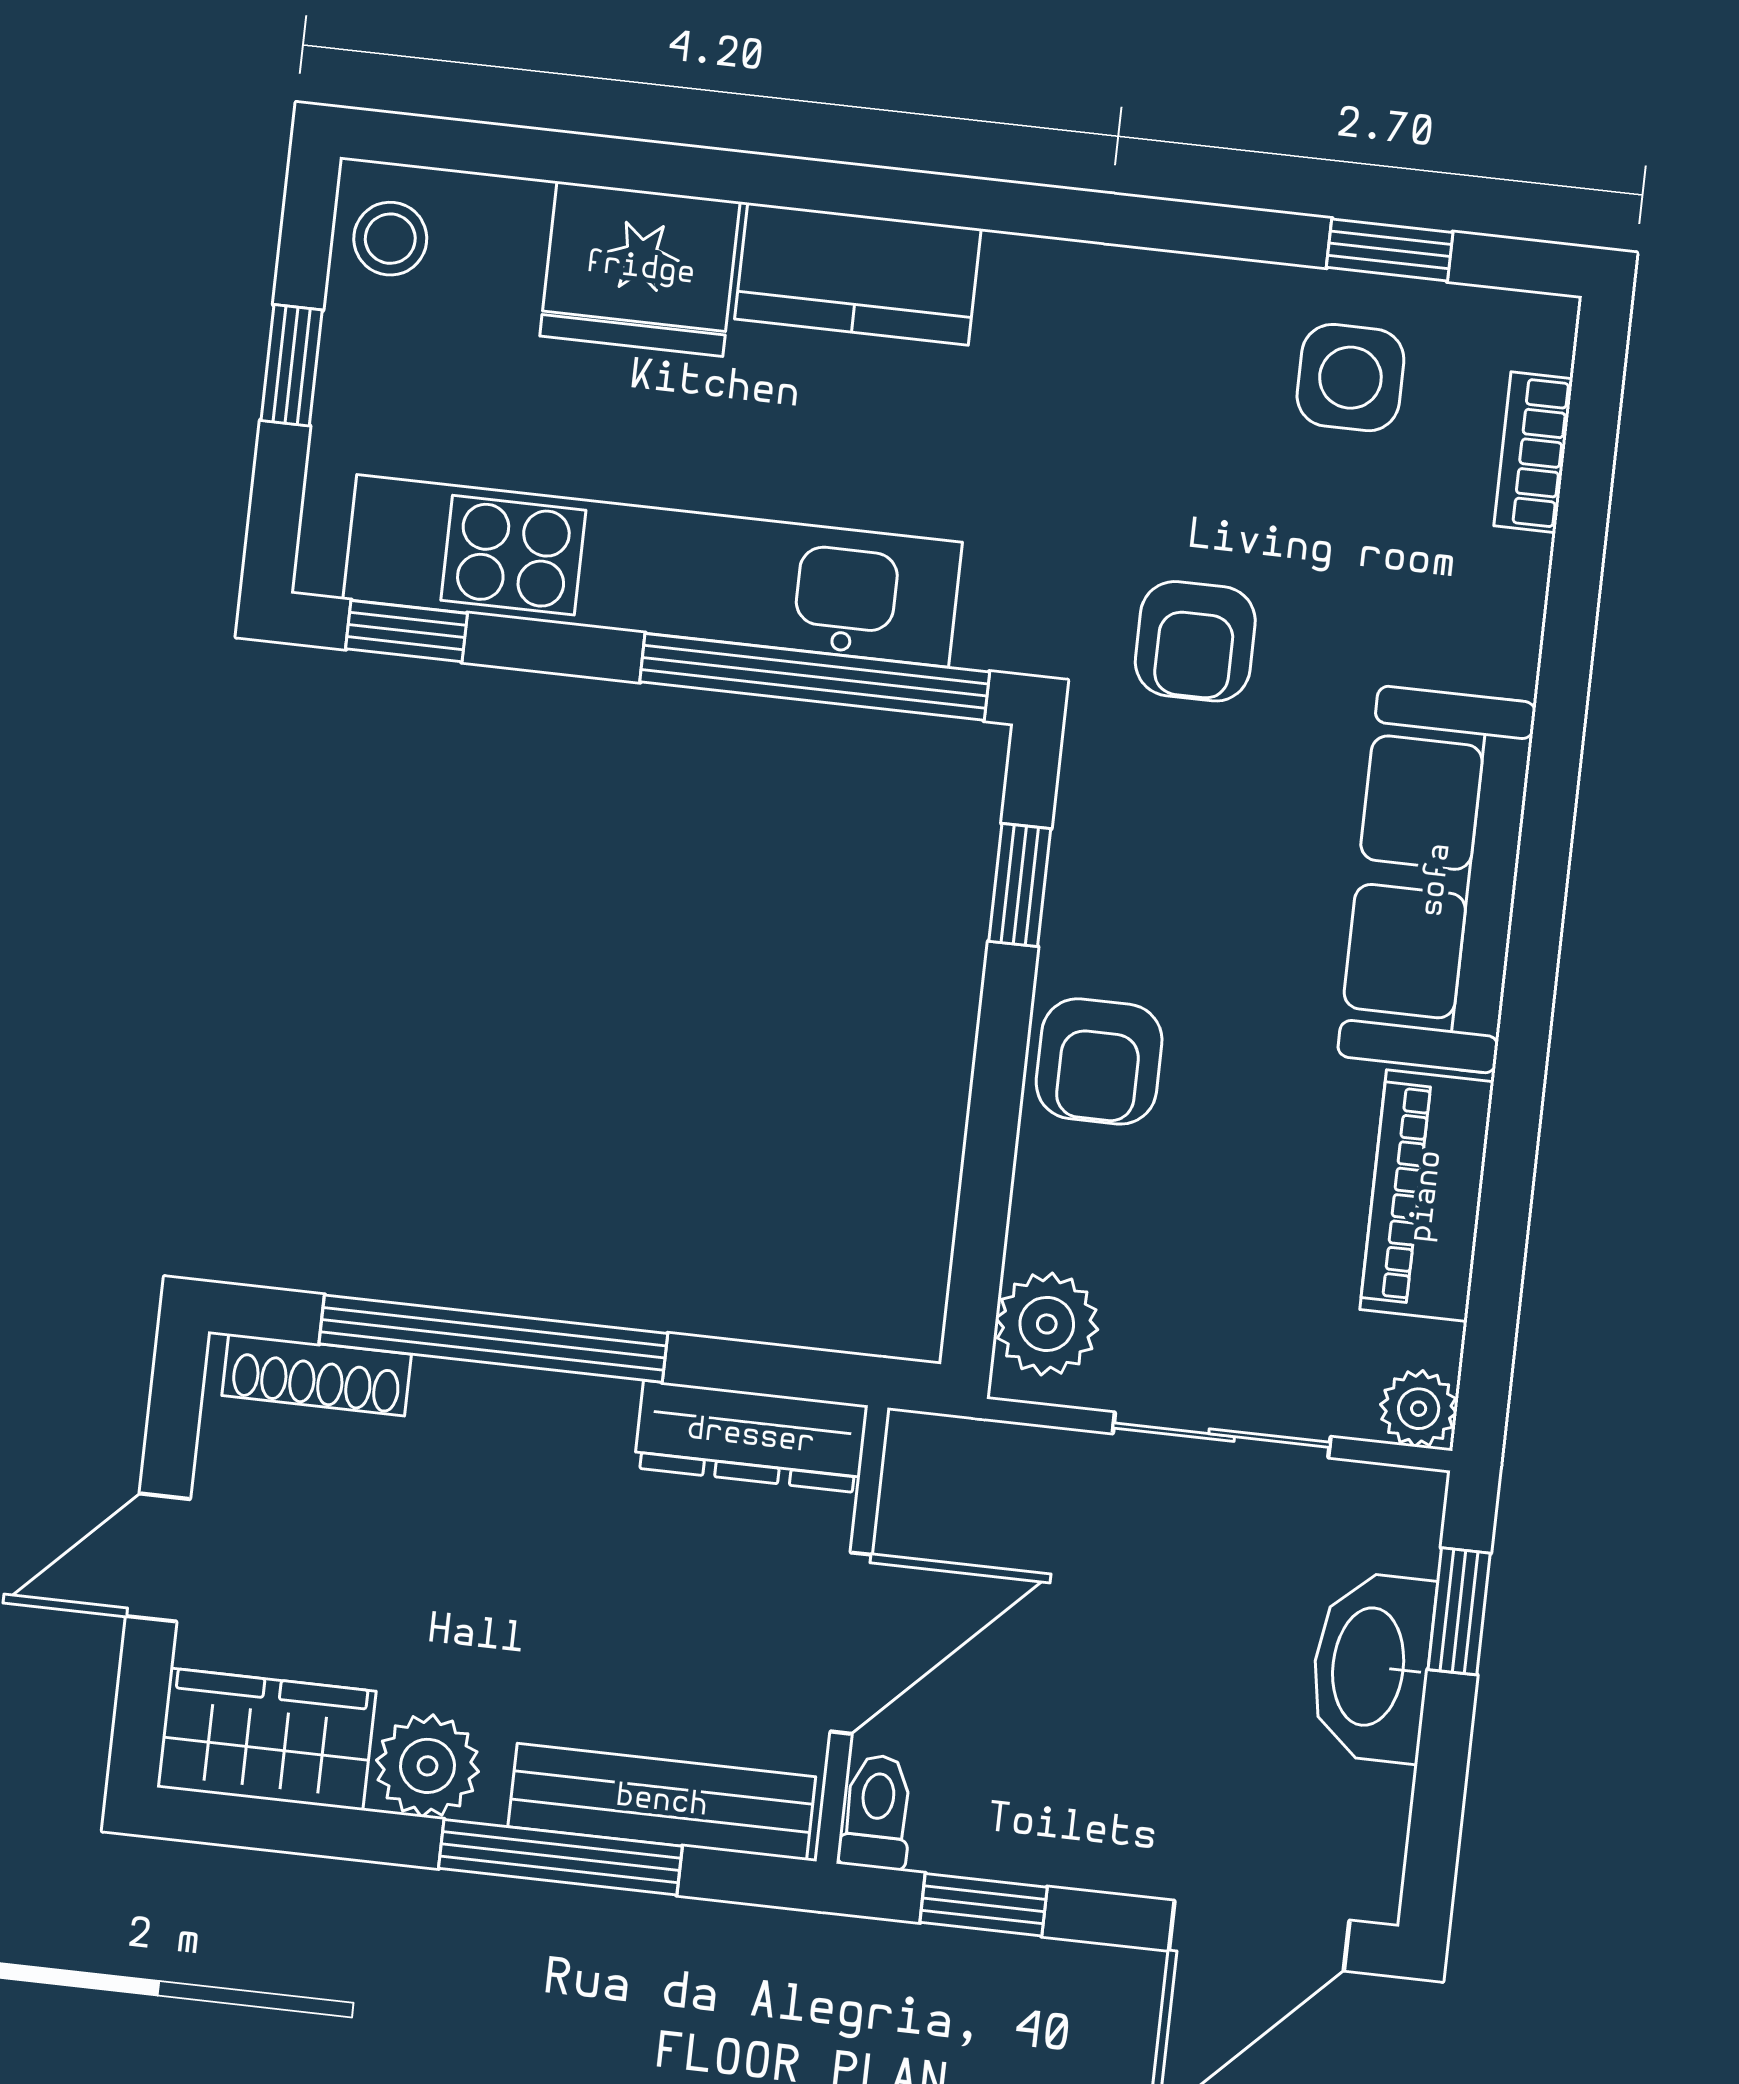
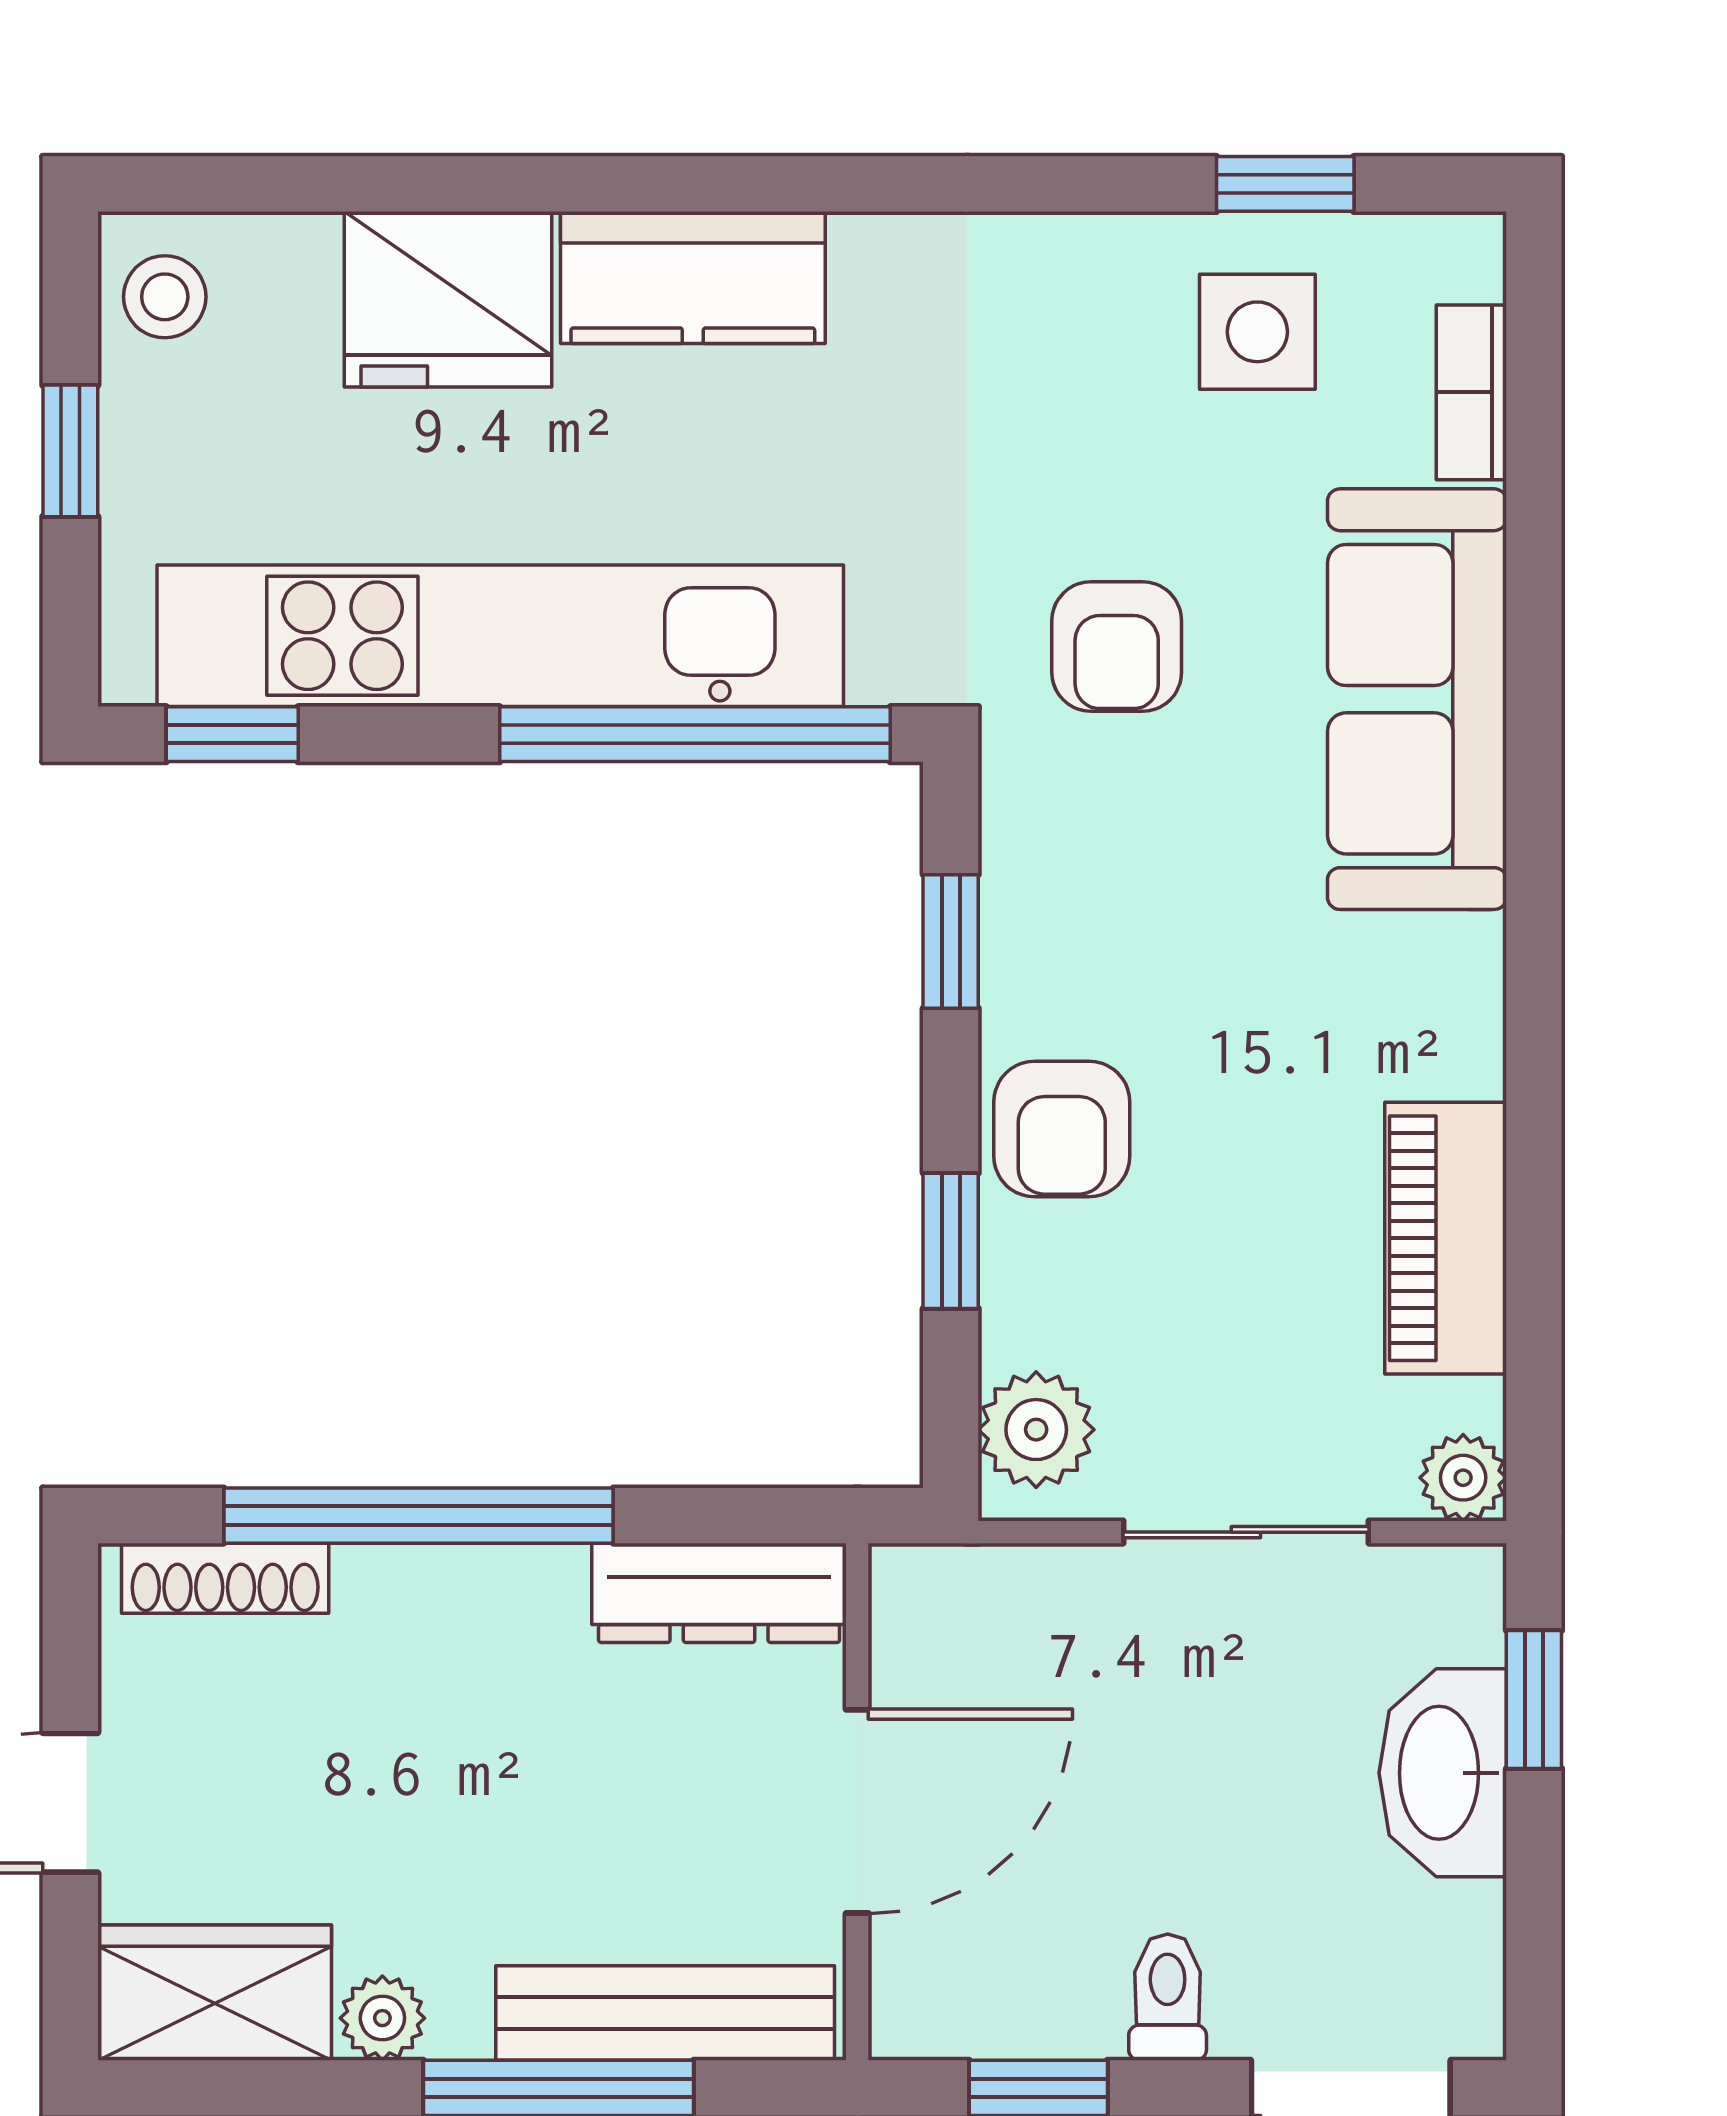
sofa: (1437, 880) -> (1417, 699), moved
window: (990, 1149) -> (951, 1241), added
plant: (427, 1766) -> (382, 2018), width x0.73, depth x0.73
toilet: (877, 1812) -> (1168, 1997), moved

